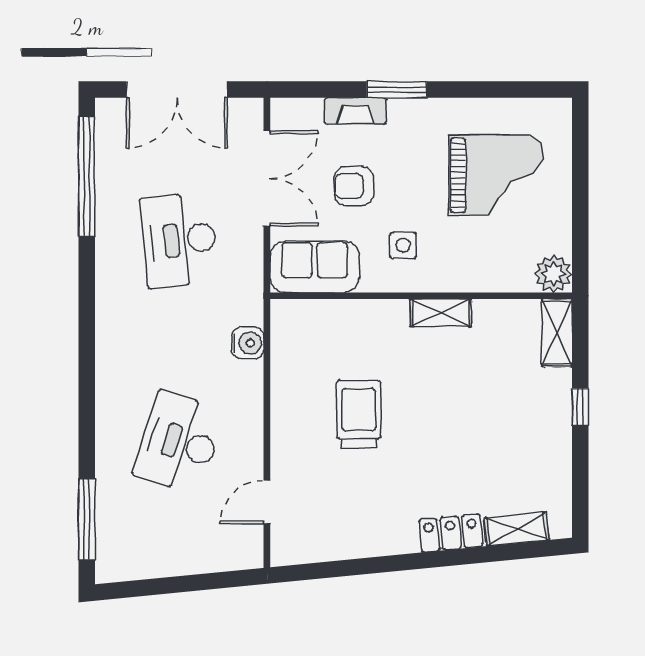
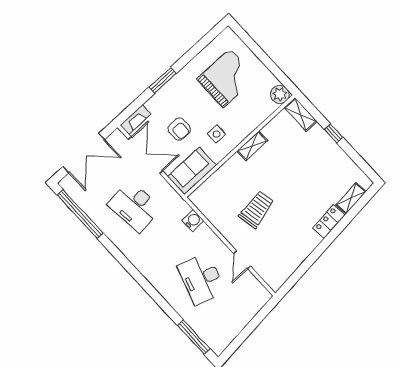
fireplace: (355, 111) -> (136, 120), moved
armchair: (354, 186) -> (179, 129), turned -90
trolley: (359, 414) -> (257, 209), turned 79
door: (267, 502) -> (242, 260), moved

